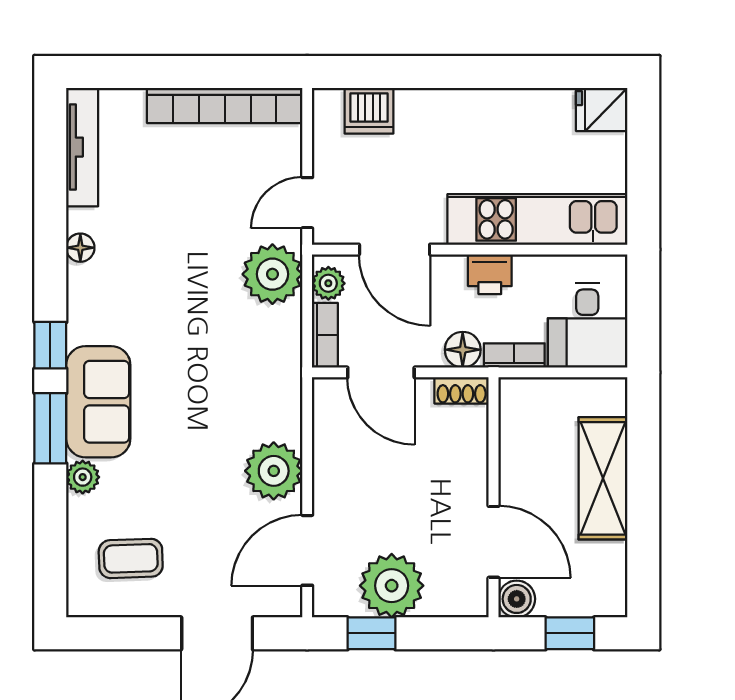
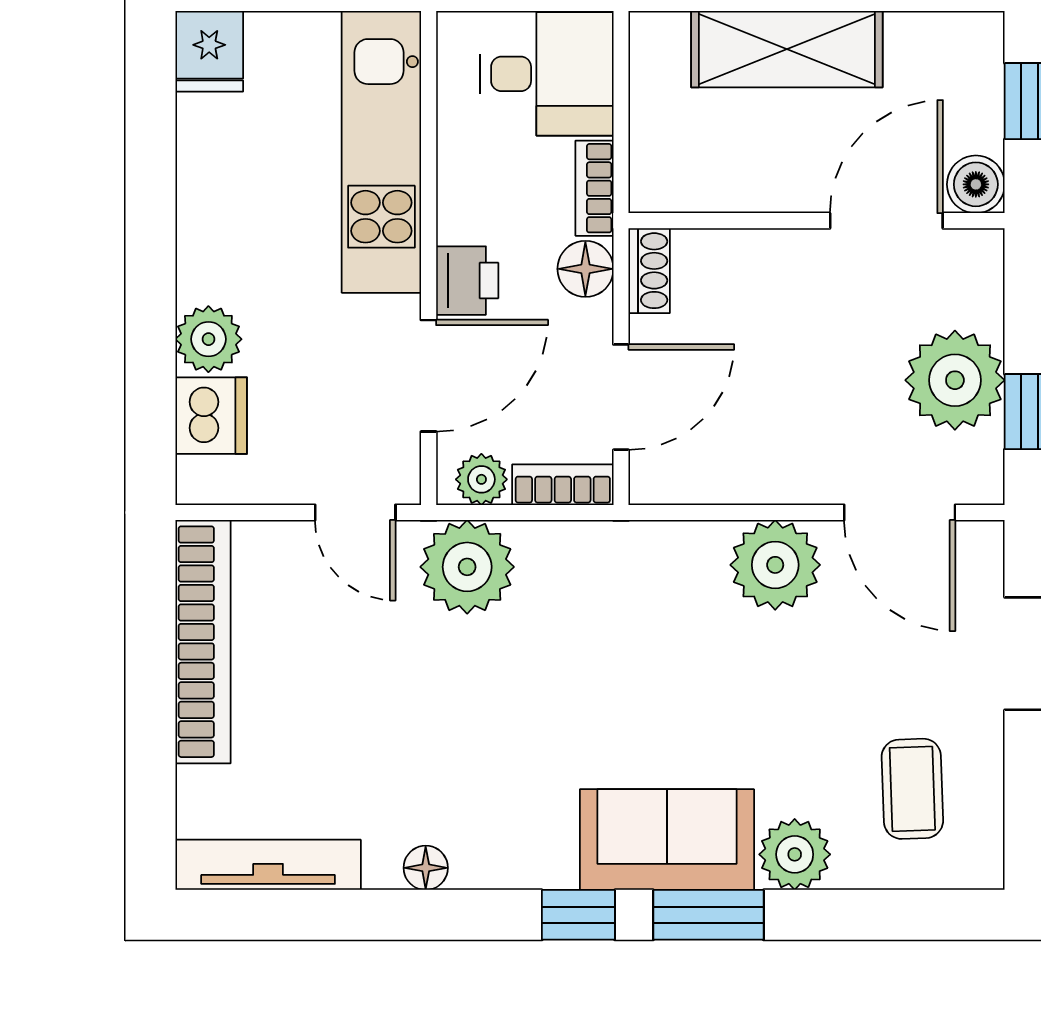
plant: (418, 109) -> (208, 339), added
printer: (490, 274) -> (467, 281), moved
plant: (83, 477) -> (795, 854), width x1.38, depth x1.38

